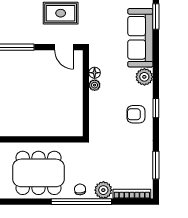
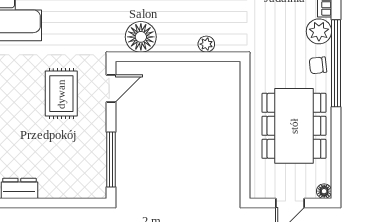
floor lamp: (95, 73) -> (141, 37), width x1.89, depth x1.89
plant: (95, 85) -> (206, 44), moved

